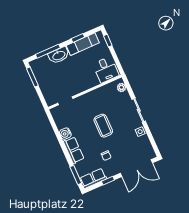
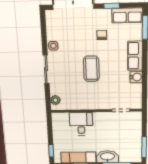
desk: (106, 70) -> (81, 124), moved

